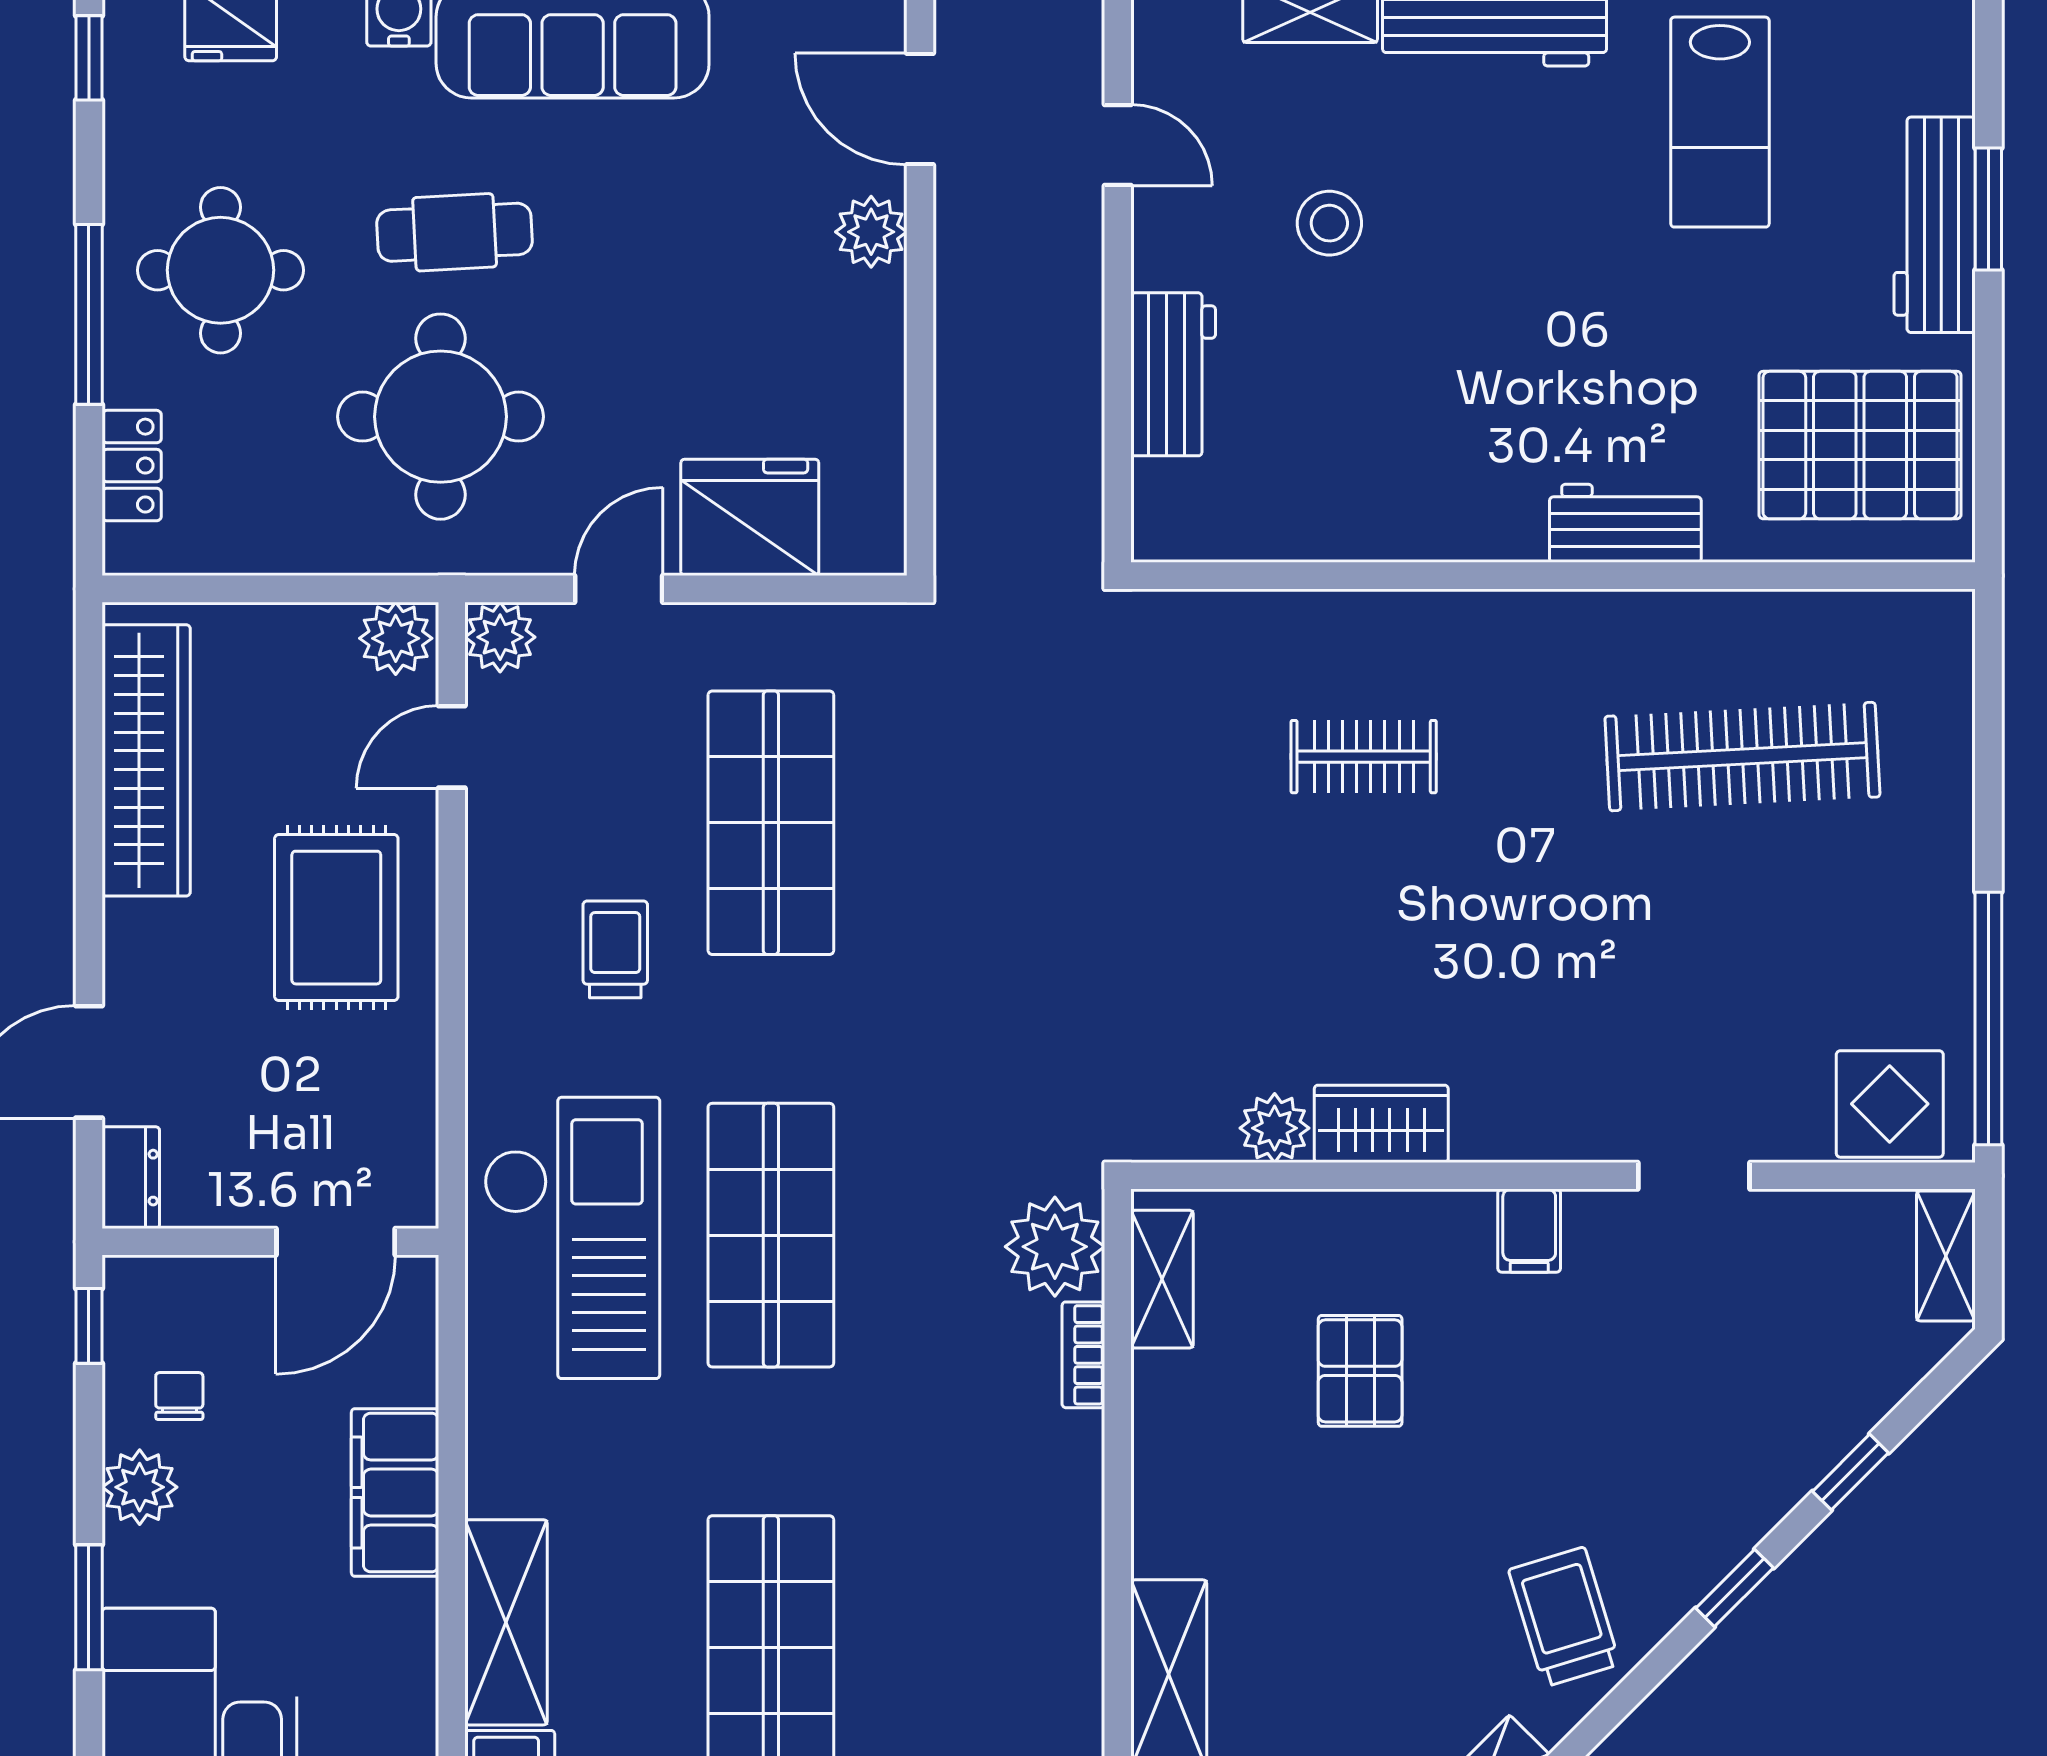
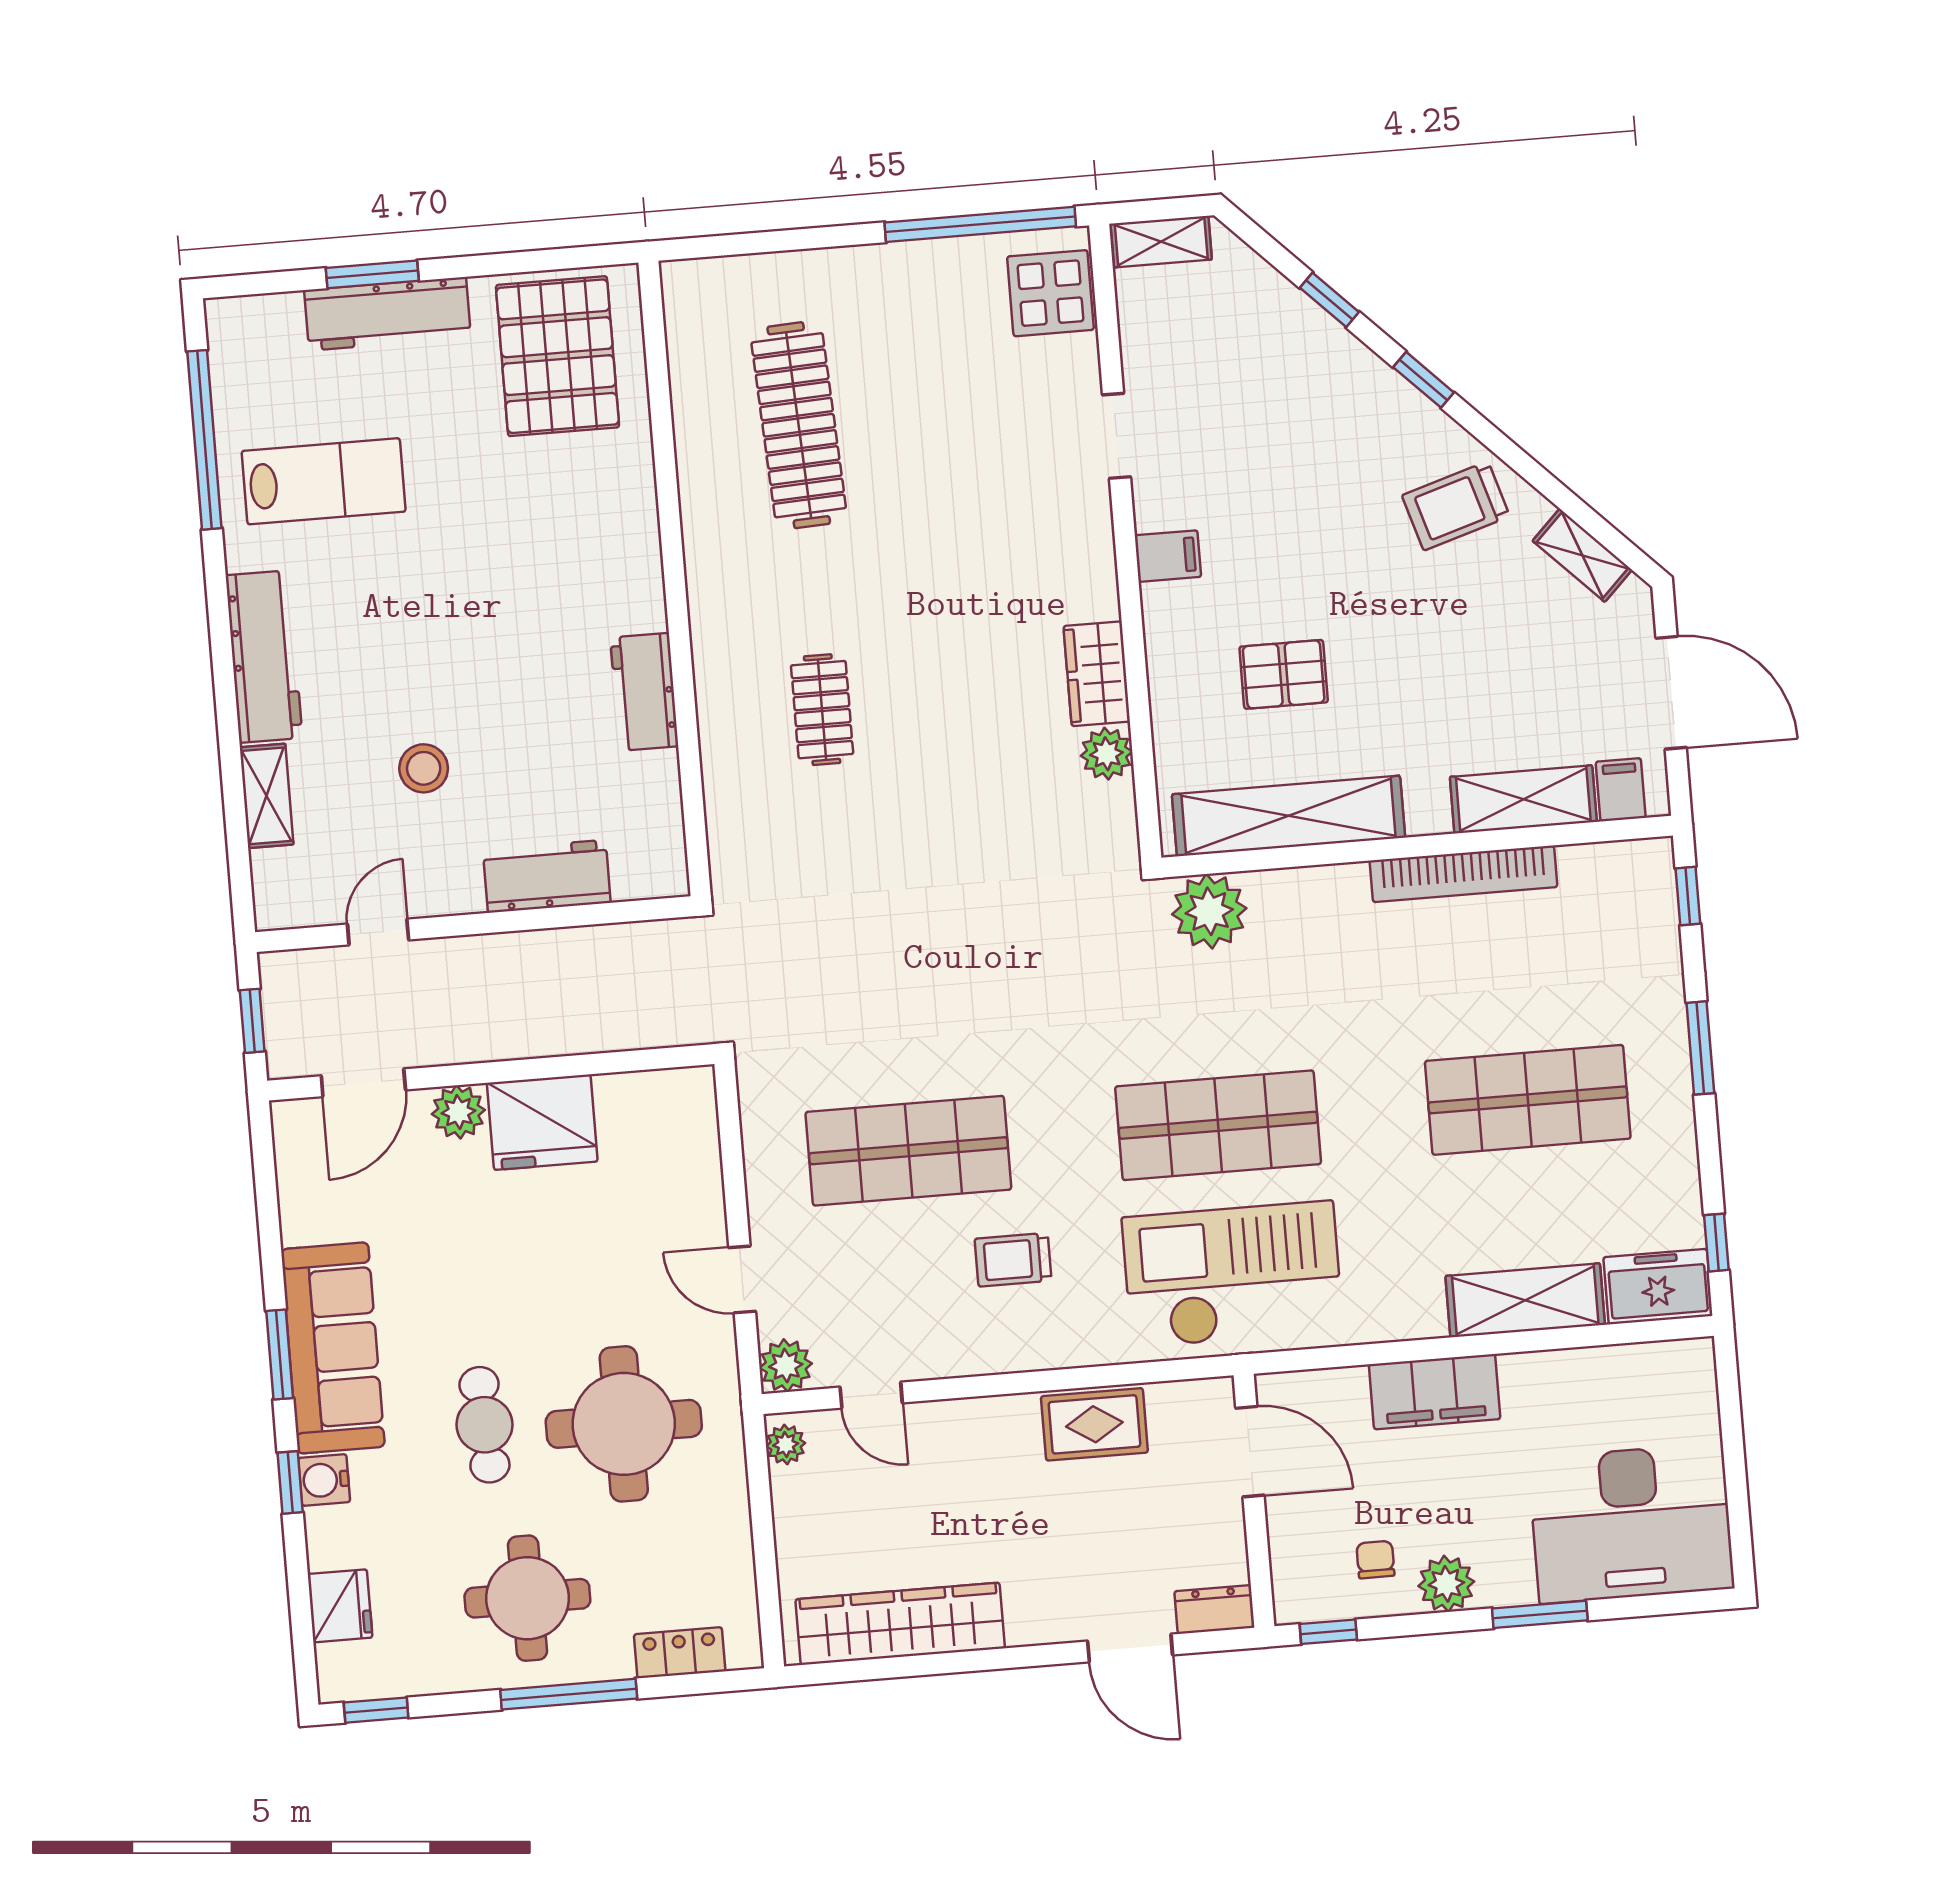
fridge: (750, 517) -> (542, 1122), moved, turned -90
workbench: (1625, 523) -> (644, 692), moved
plant: (396, 638) -> (786, 1444), width x0.73, depth x0.73
rug: (336, 918) -> (1094, 1424), moved, width x0.73, depth x0.70
shelving: (1162, 1279) -> (1288, 816), width x2.20, depth x1.33
bookcase: (1083, 1355) -> (1463, 874), moved, width x2.31, depth x1.31
chair: (179, 1396) -> (1375, 1560), turned 90

